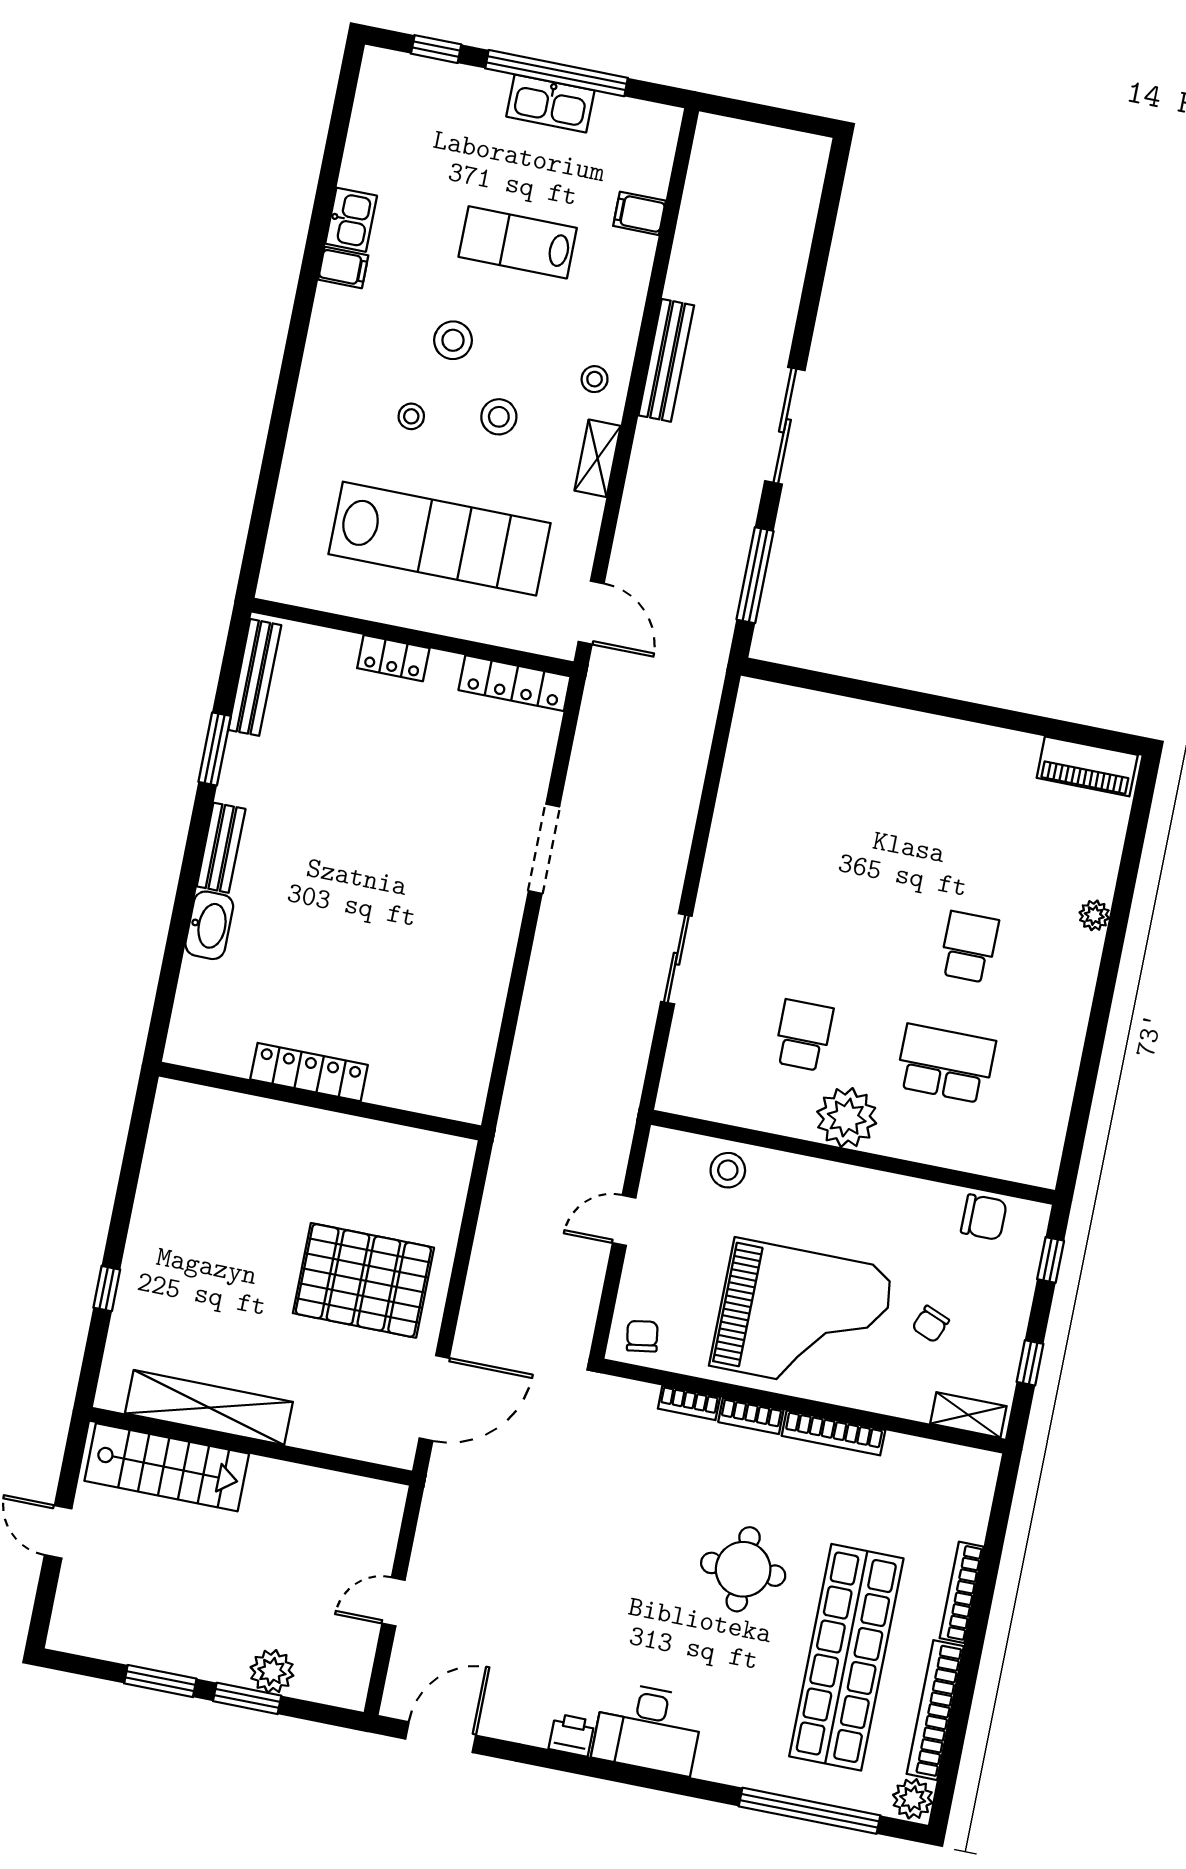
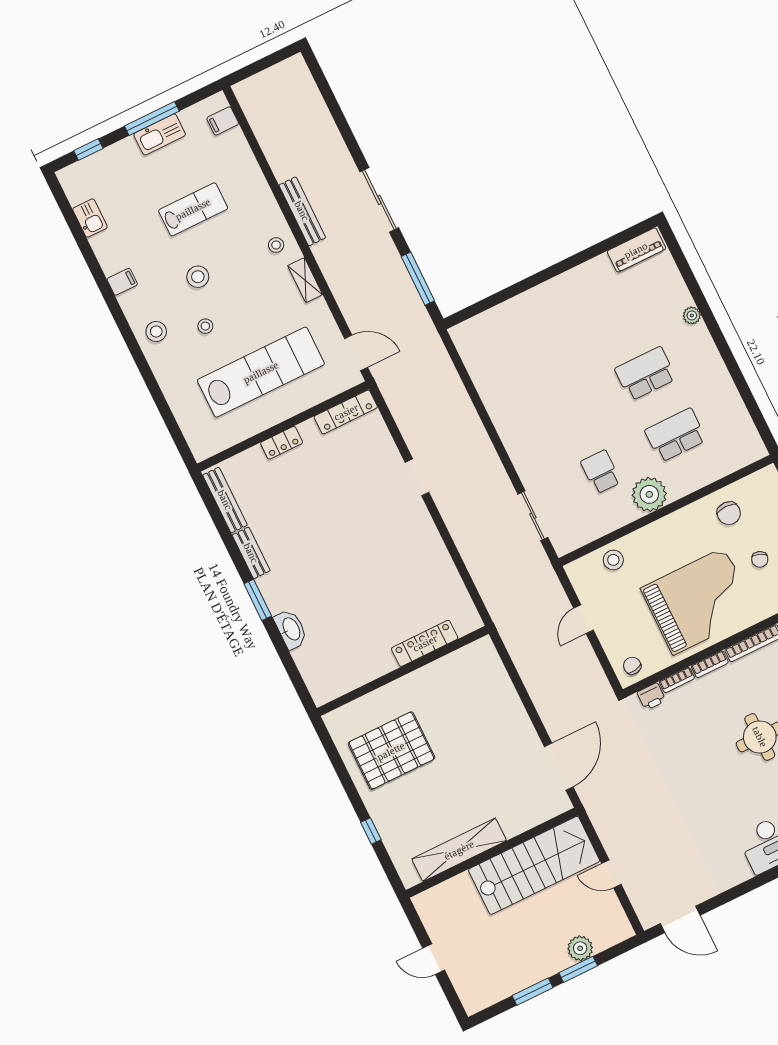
window: (556, 73) -> (152, 118), width x0.68
filing cabinet: (639, 213) -> (223, 121), moved
kitchen sink: (351, 220) -> (90, 218), moved
lab bench: (518, 242) -> (193, 209), turned 180
stool: (499, 417) -> (156, 332), moved
window: (215, 749) -> (258, 600), moved
bench: (221, 848) -> (251, 553), moved
doorway: (544, 849) -> (417, 477), width x0.73
school desk: (969, 947) -> (646, 374), width x1.85
sliding door: (676, 959) -> (533, 516), moved
locker: (309, 1072) -> (425, 643), moved
chair: (984, 1217) -> (729, 513), moved, turned 90
pallet: (363, 1280) -> (391, 751), moved
stairs: (167, 1467) -> (534, 865), moved, width x1.36, depth x1.51
door: (394, 1602) -> (611, 874), hinge flipped
printer: (572, 1735) -> (651, 697), moved, turned 180
door: (441, 1737) -> (680, 919), swing flipped

